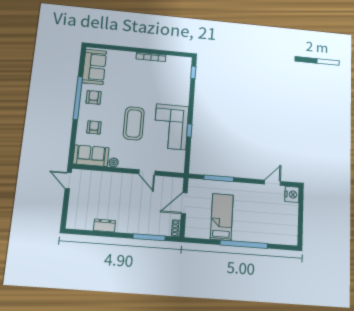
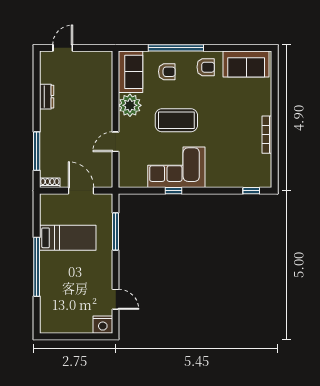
window: (78, 98) -> (176, 48), moved
plant: (114, 162) -> (130, 105), width x1.87, depth x1.87
door: (68, 181) -> (63, 48), moved

